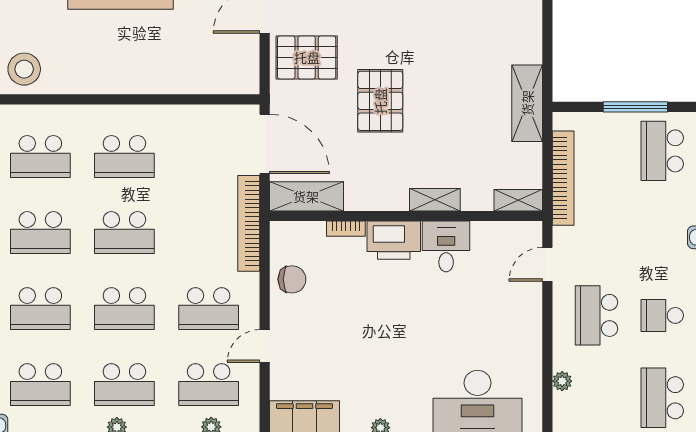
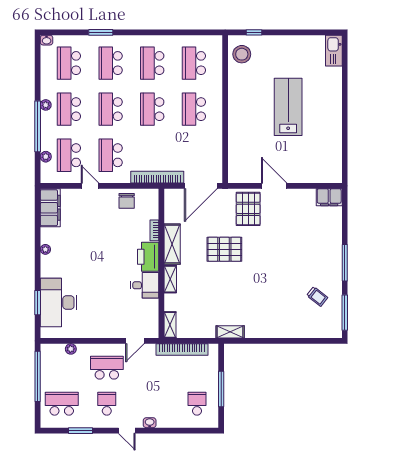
shelving: (527, 103) -> (230, 332), width x0.67, depth x0.75
school desk: (662, 151) -> (197, 404), width x0.54
shelving: (306, 196) -> (172, 244), moved
door: (547, 264) -> (135, 341), swing flipped

